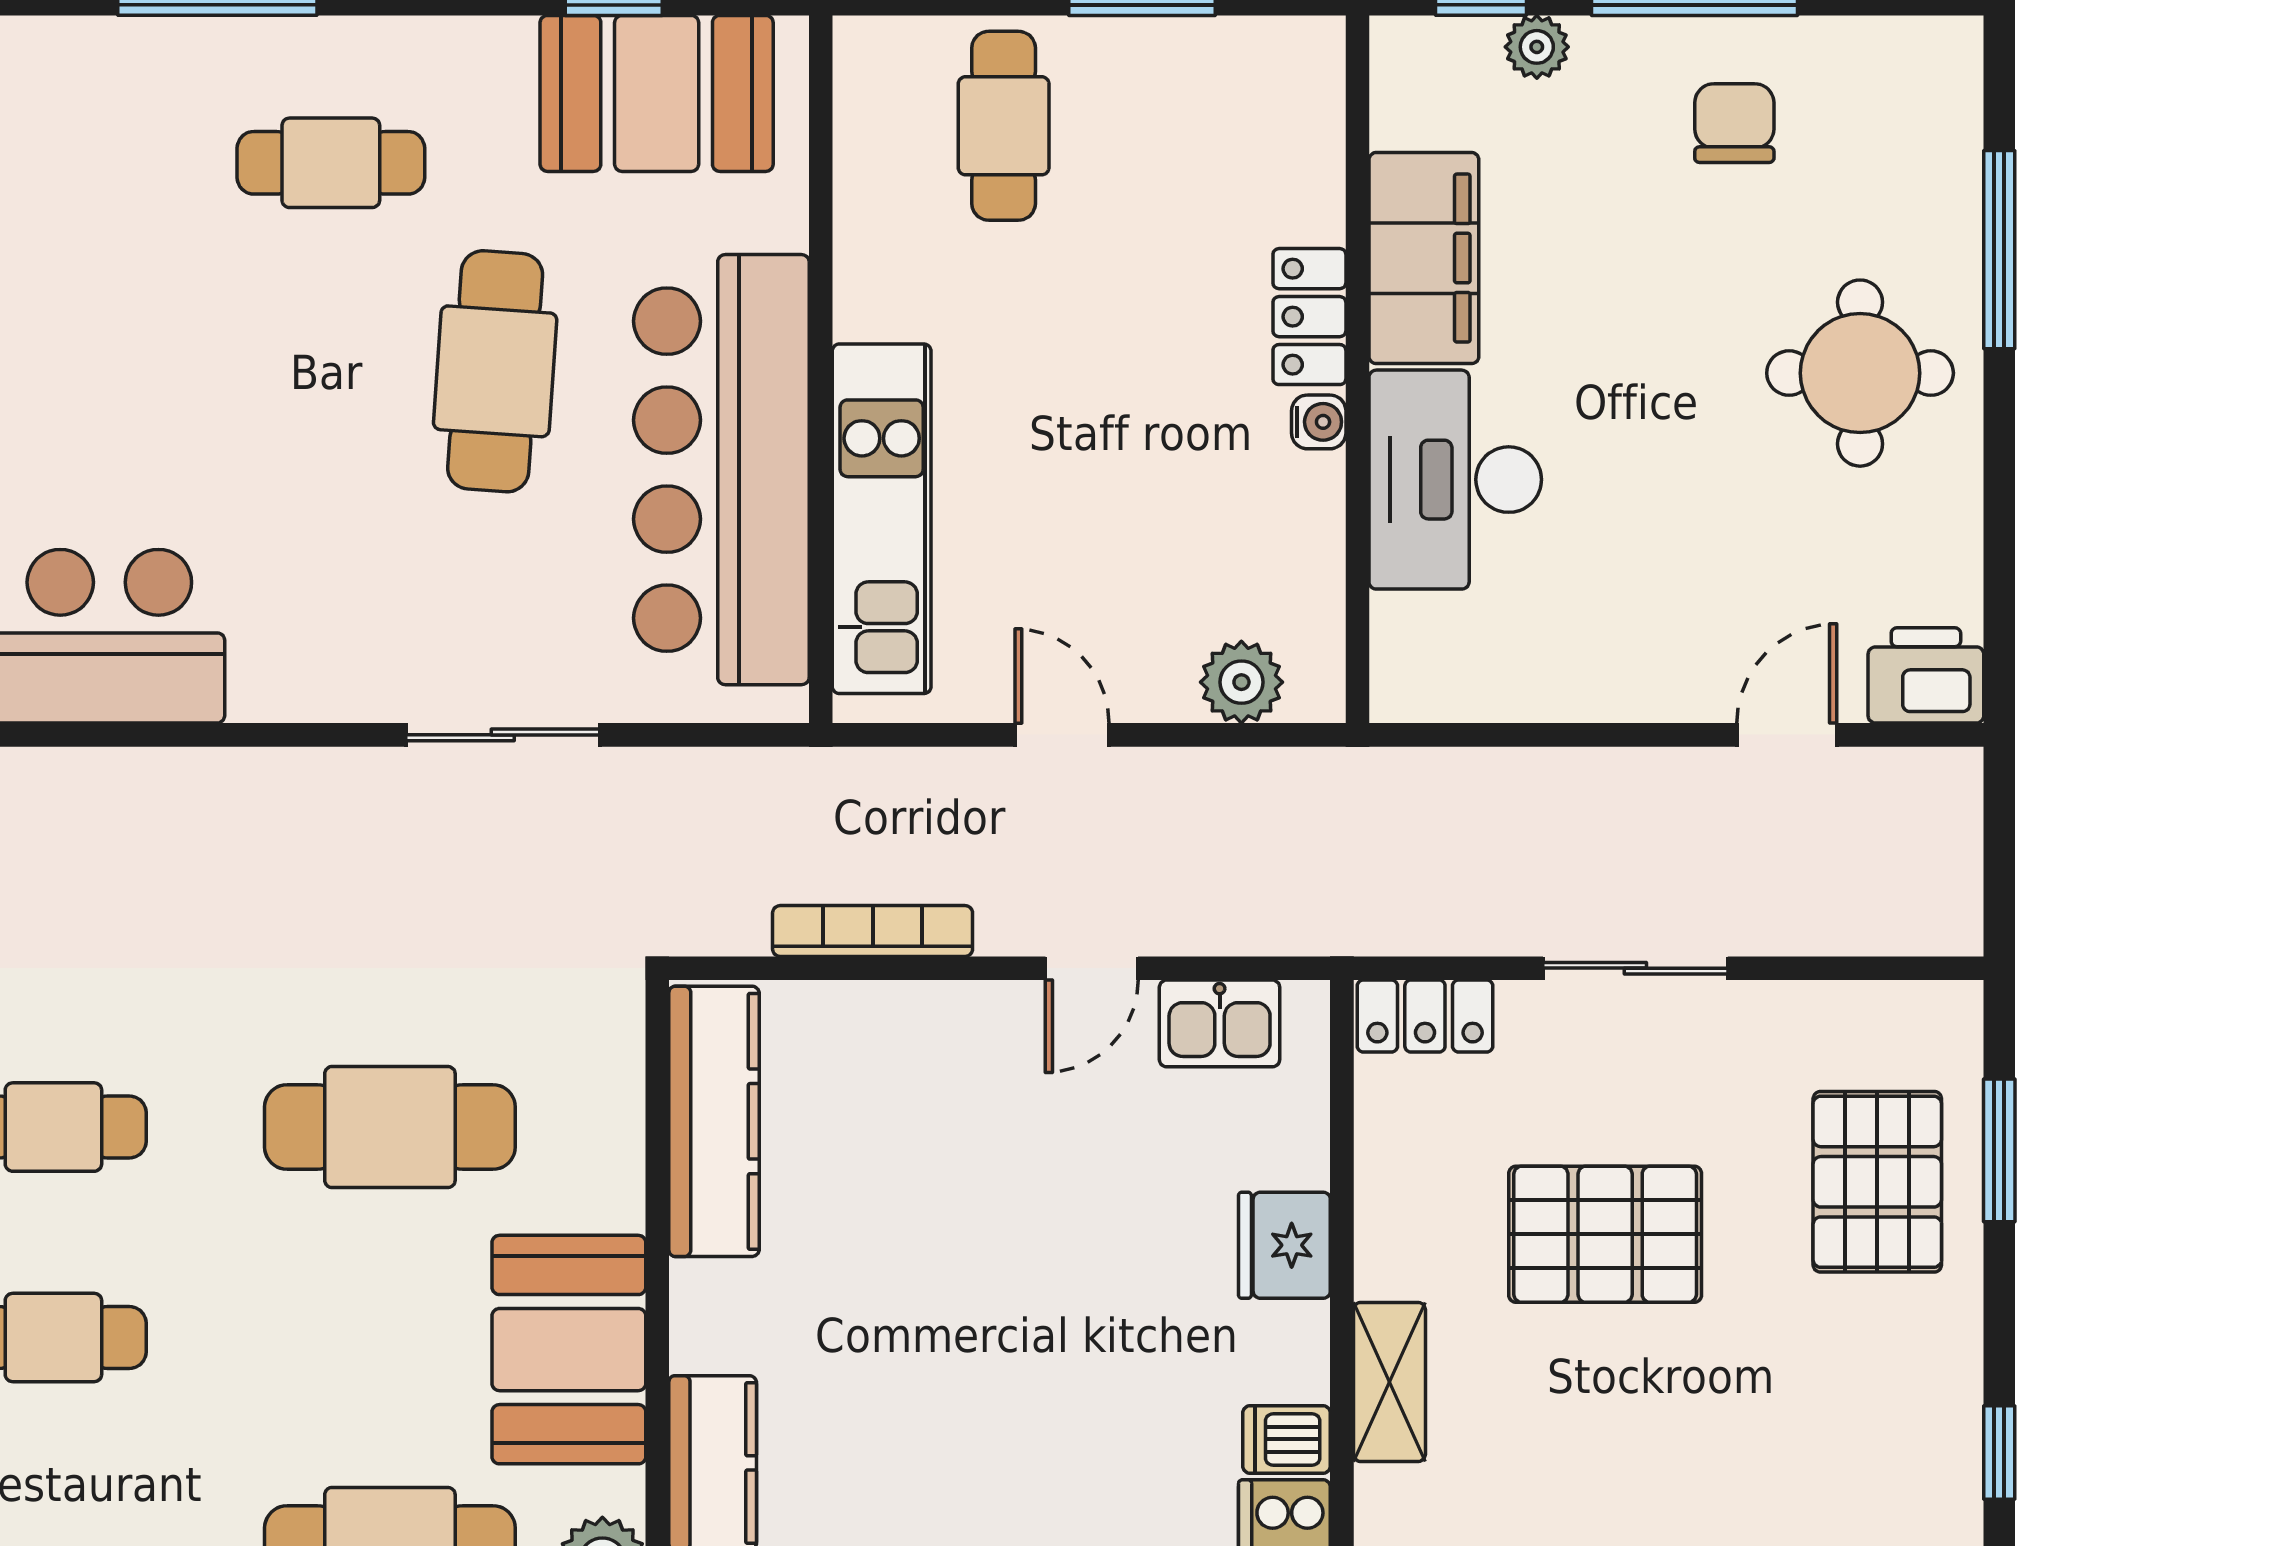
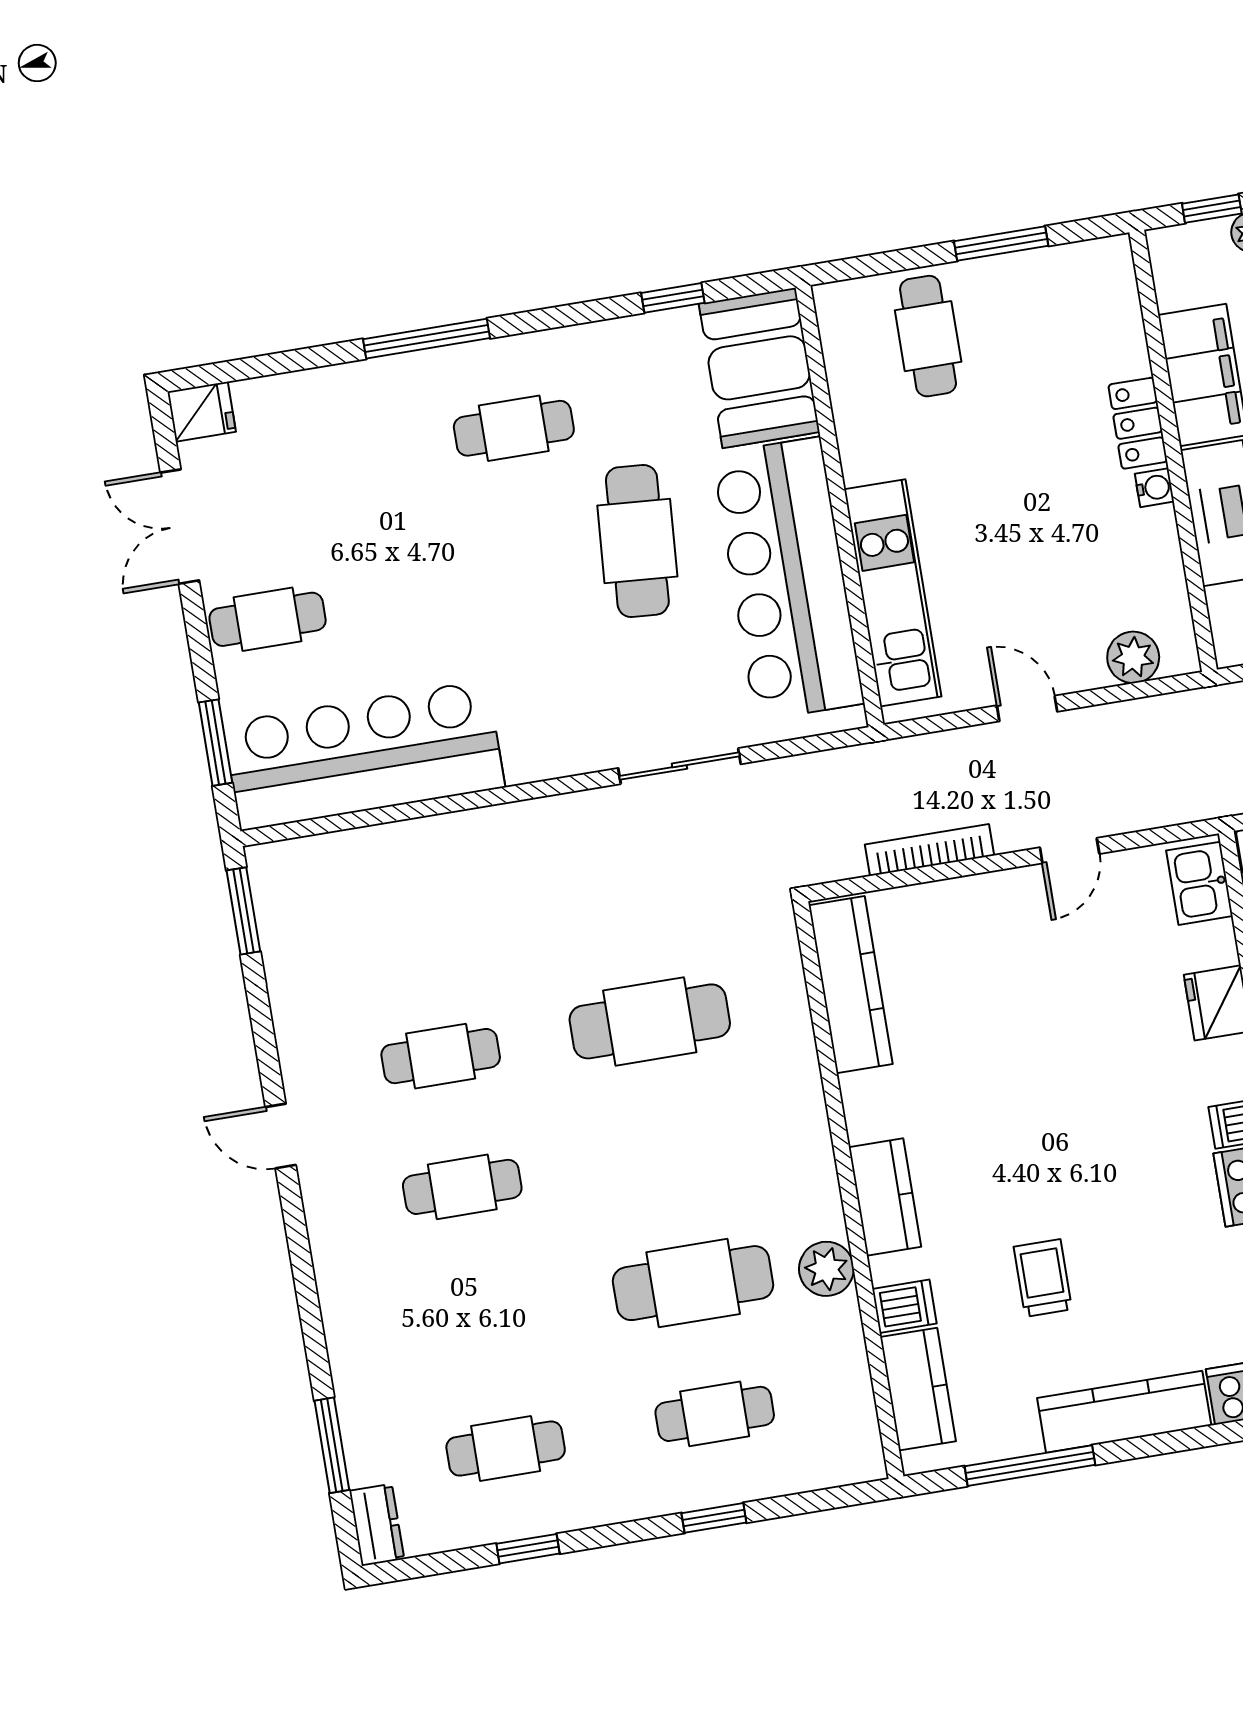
booth: (657, 93) -> (759, 368), moved, turned 90
kitchen sink: (1220, 1023) -> (1199, 883), moved, turned 90
booth: (569, 1350) -> (784, 1141), removed

